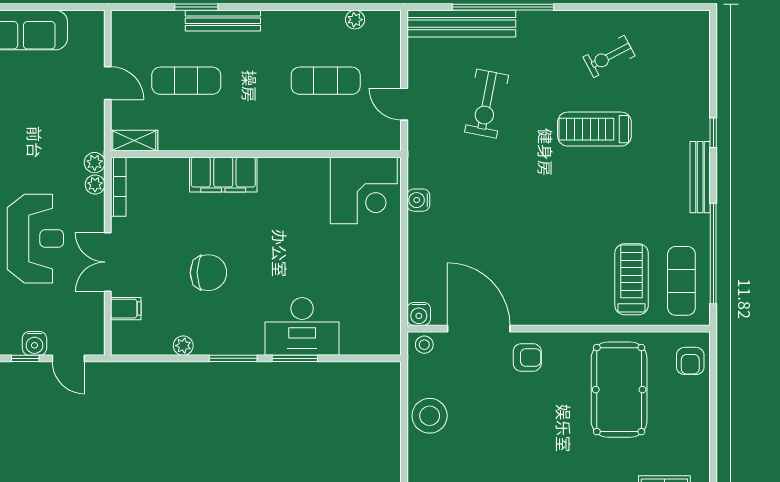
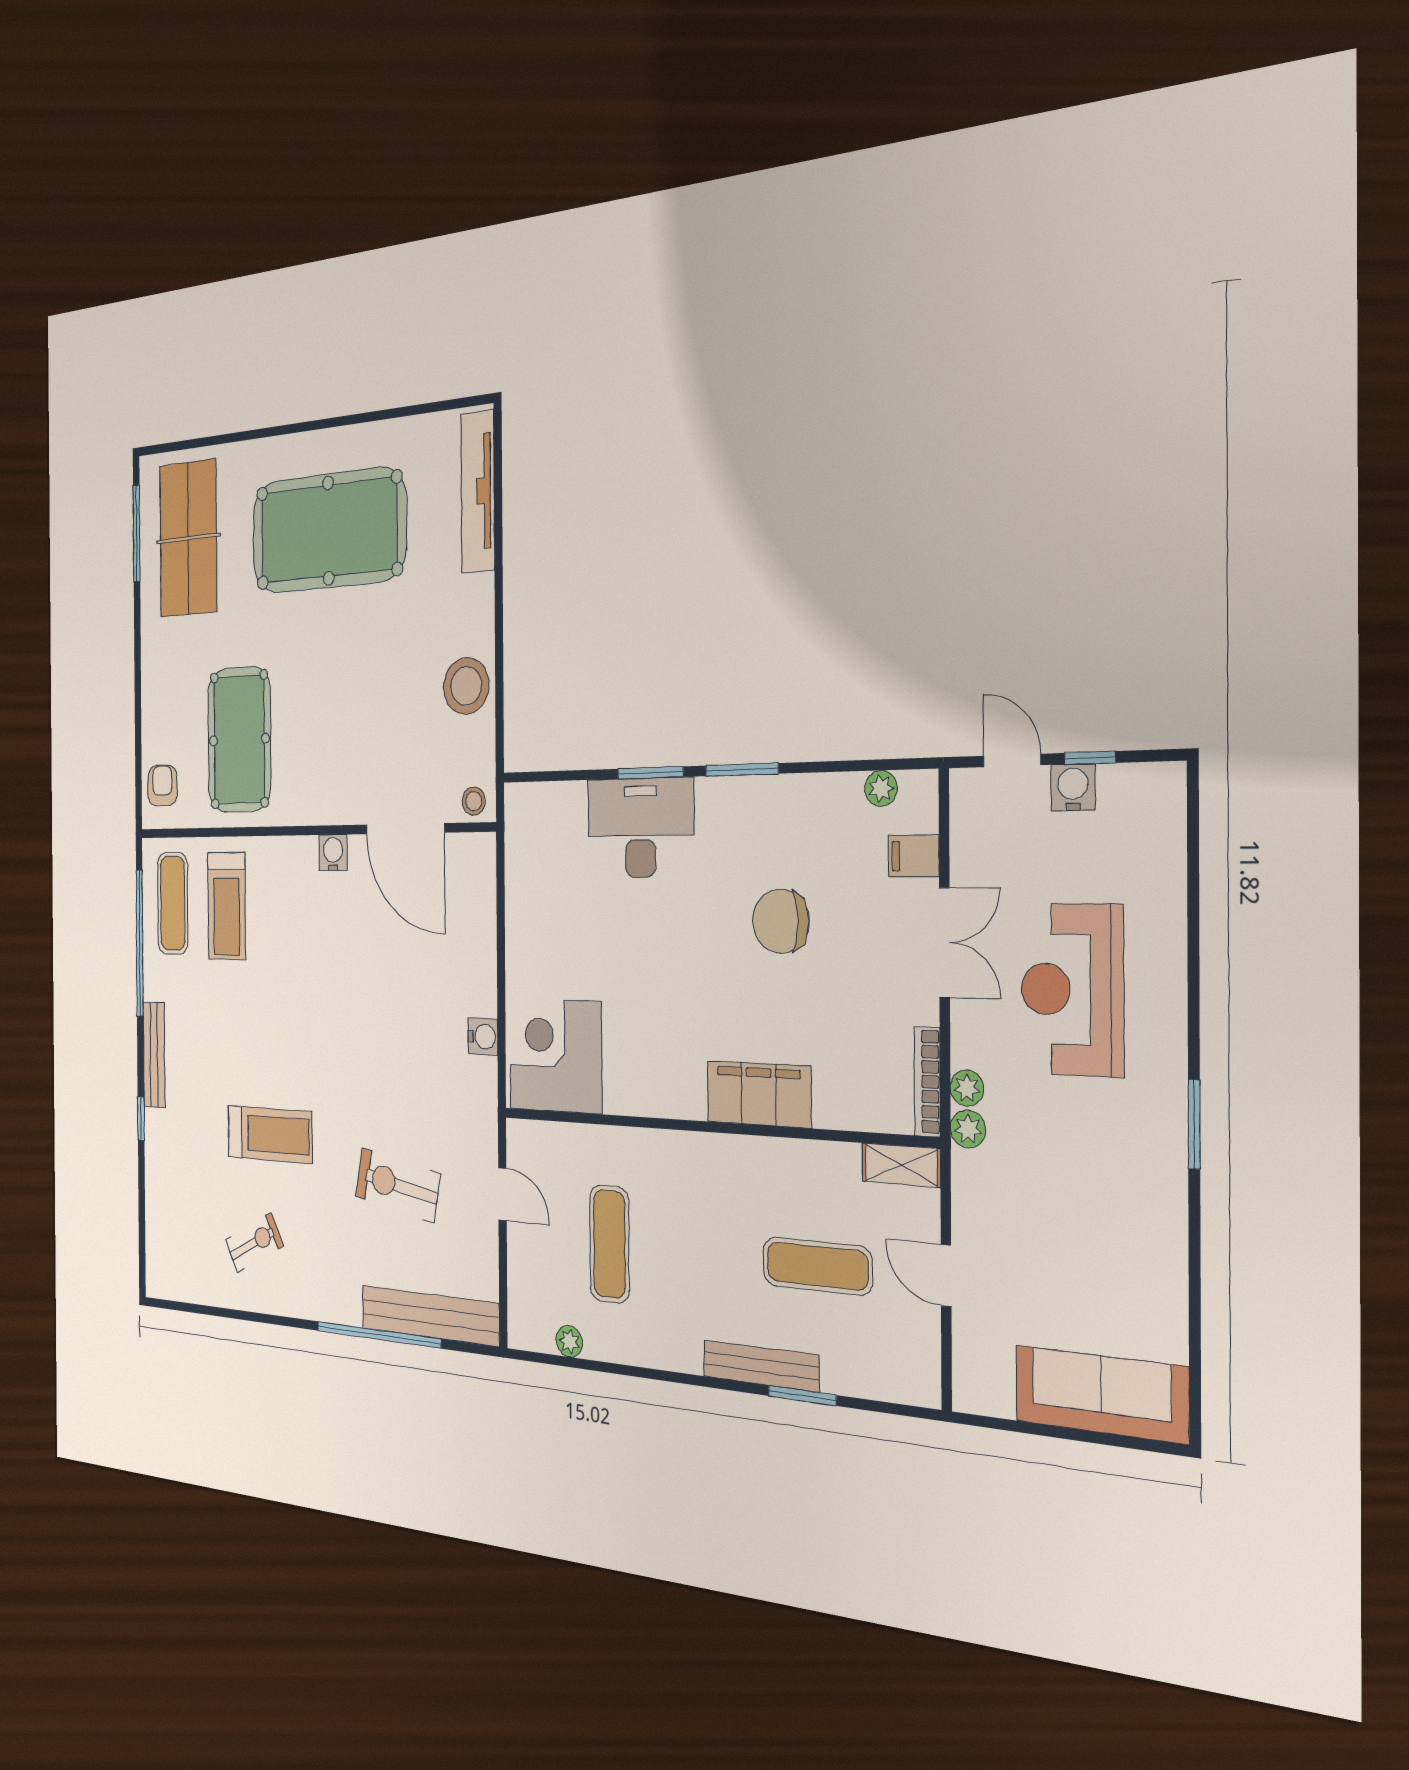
exercise mat: (326, 81) -> (609, 1244), turned 90
exercise bike: (487, 104) -> (398, 1185), turned -90
water cooler: (419, 314) -> (333, 853), moved
plant: (183, 346) -> (881, 788), moved
armchair: (527, 357) -> (346, 785), removed

